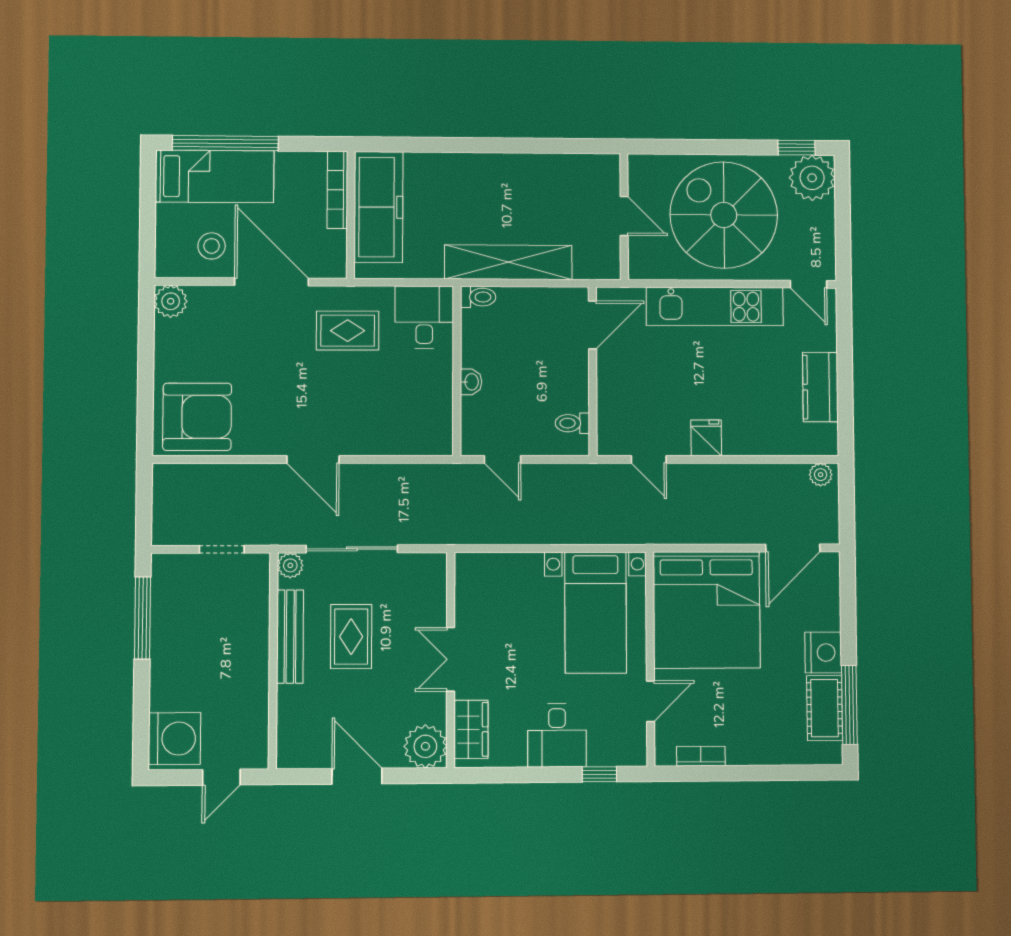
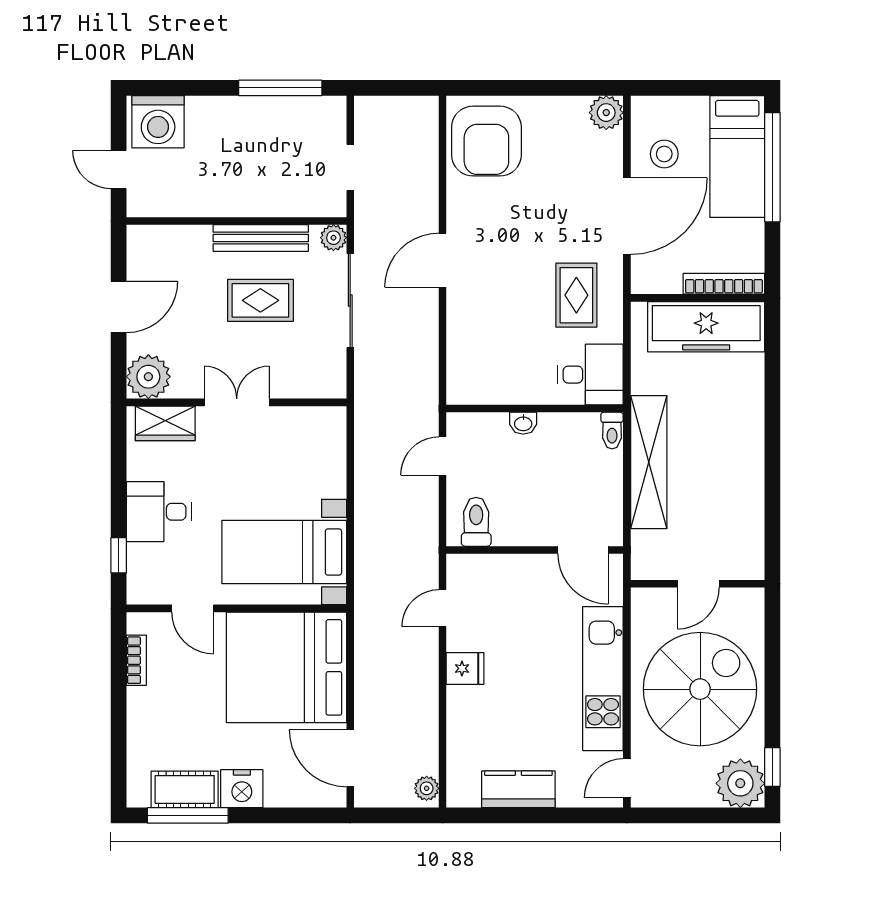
toilet: (572, 423) -> (476, 522), width x1.37, depth x1.39

